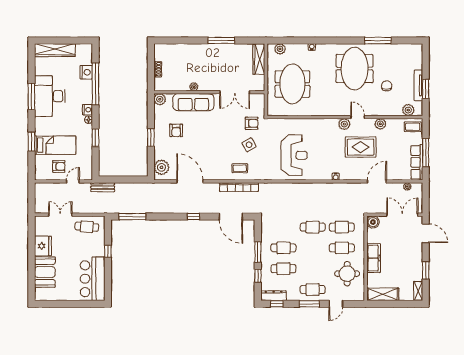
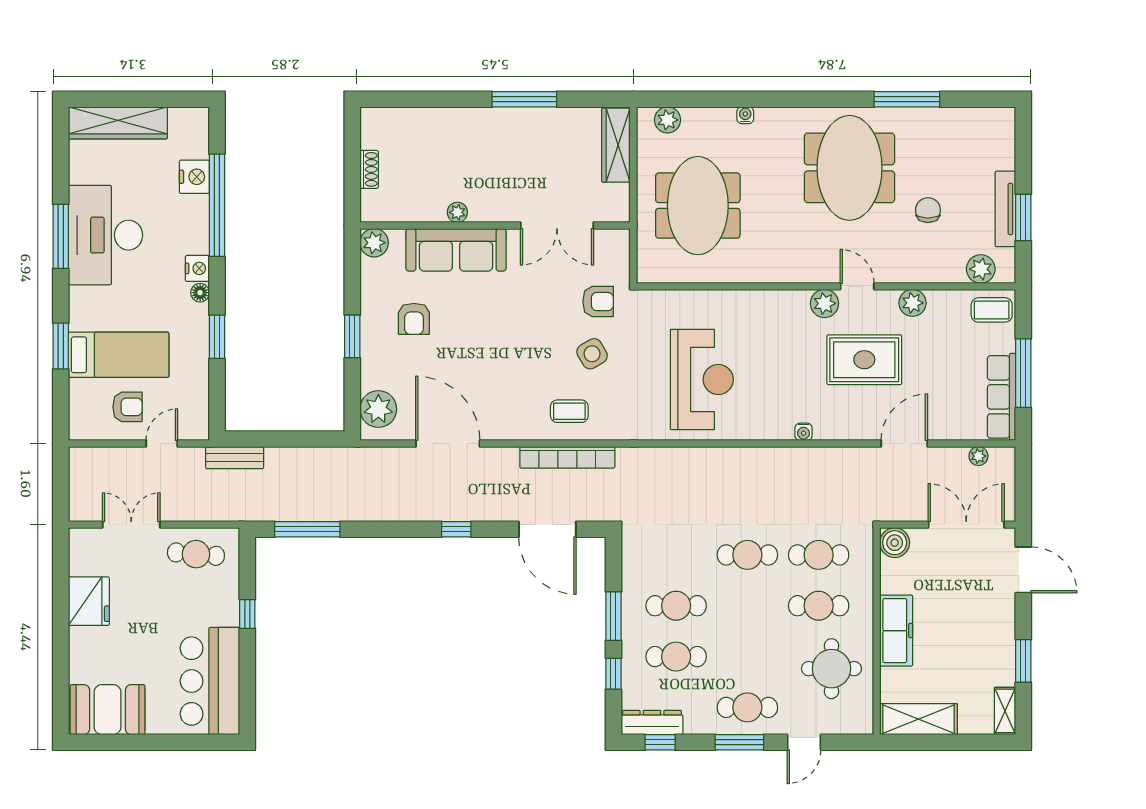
booth: (45, 272) -> (108, 710), moved, turned 90

